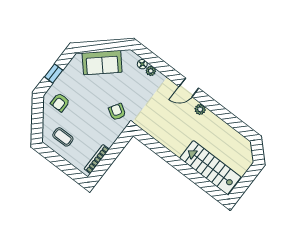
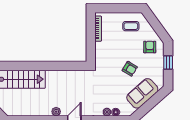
armchair: (117, 112) -> (130, 69), moved

